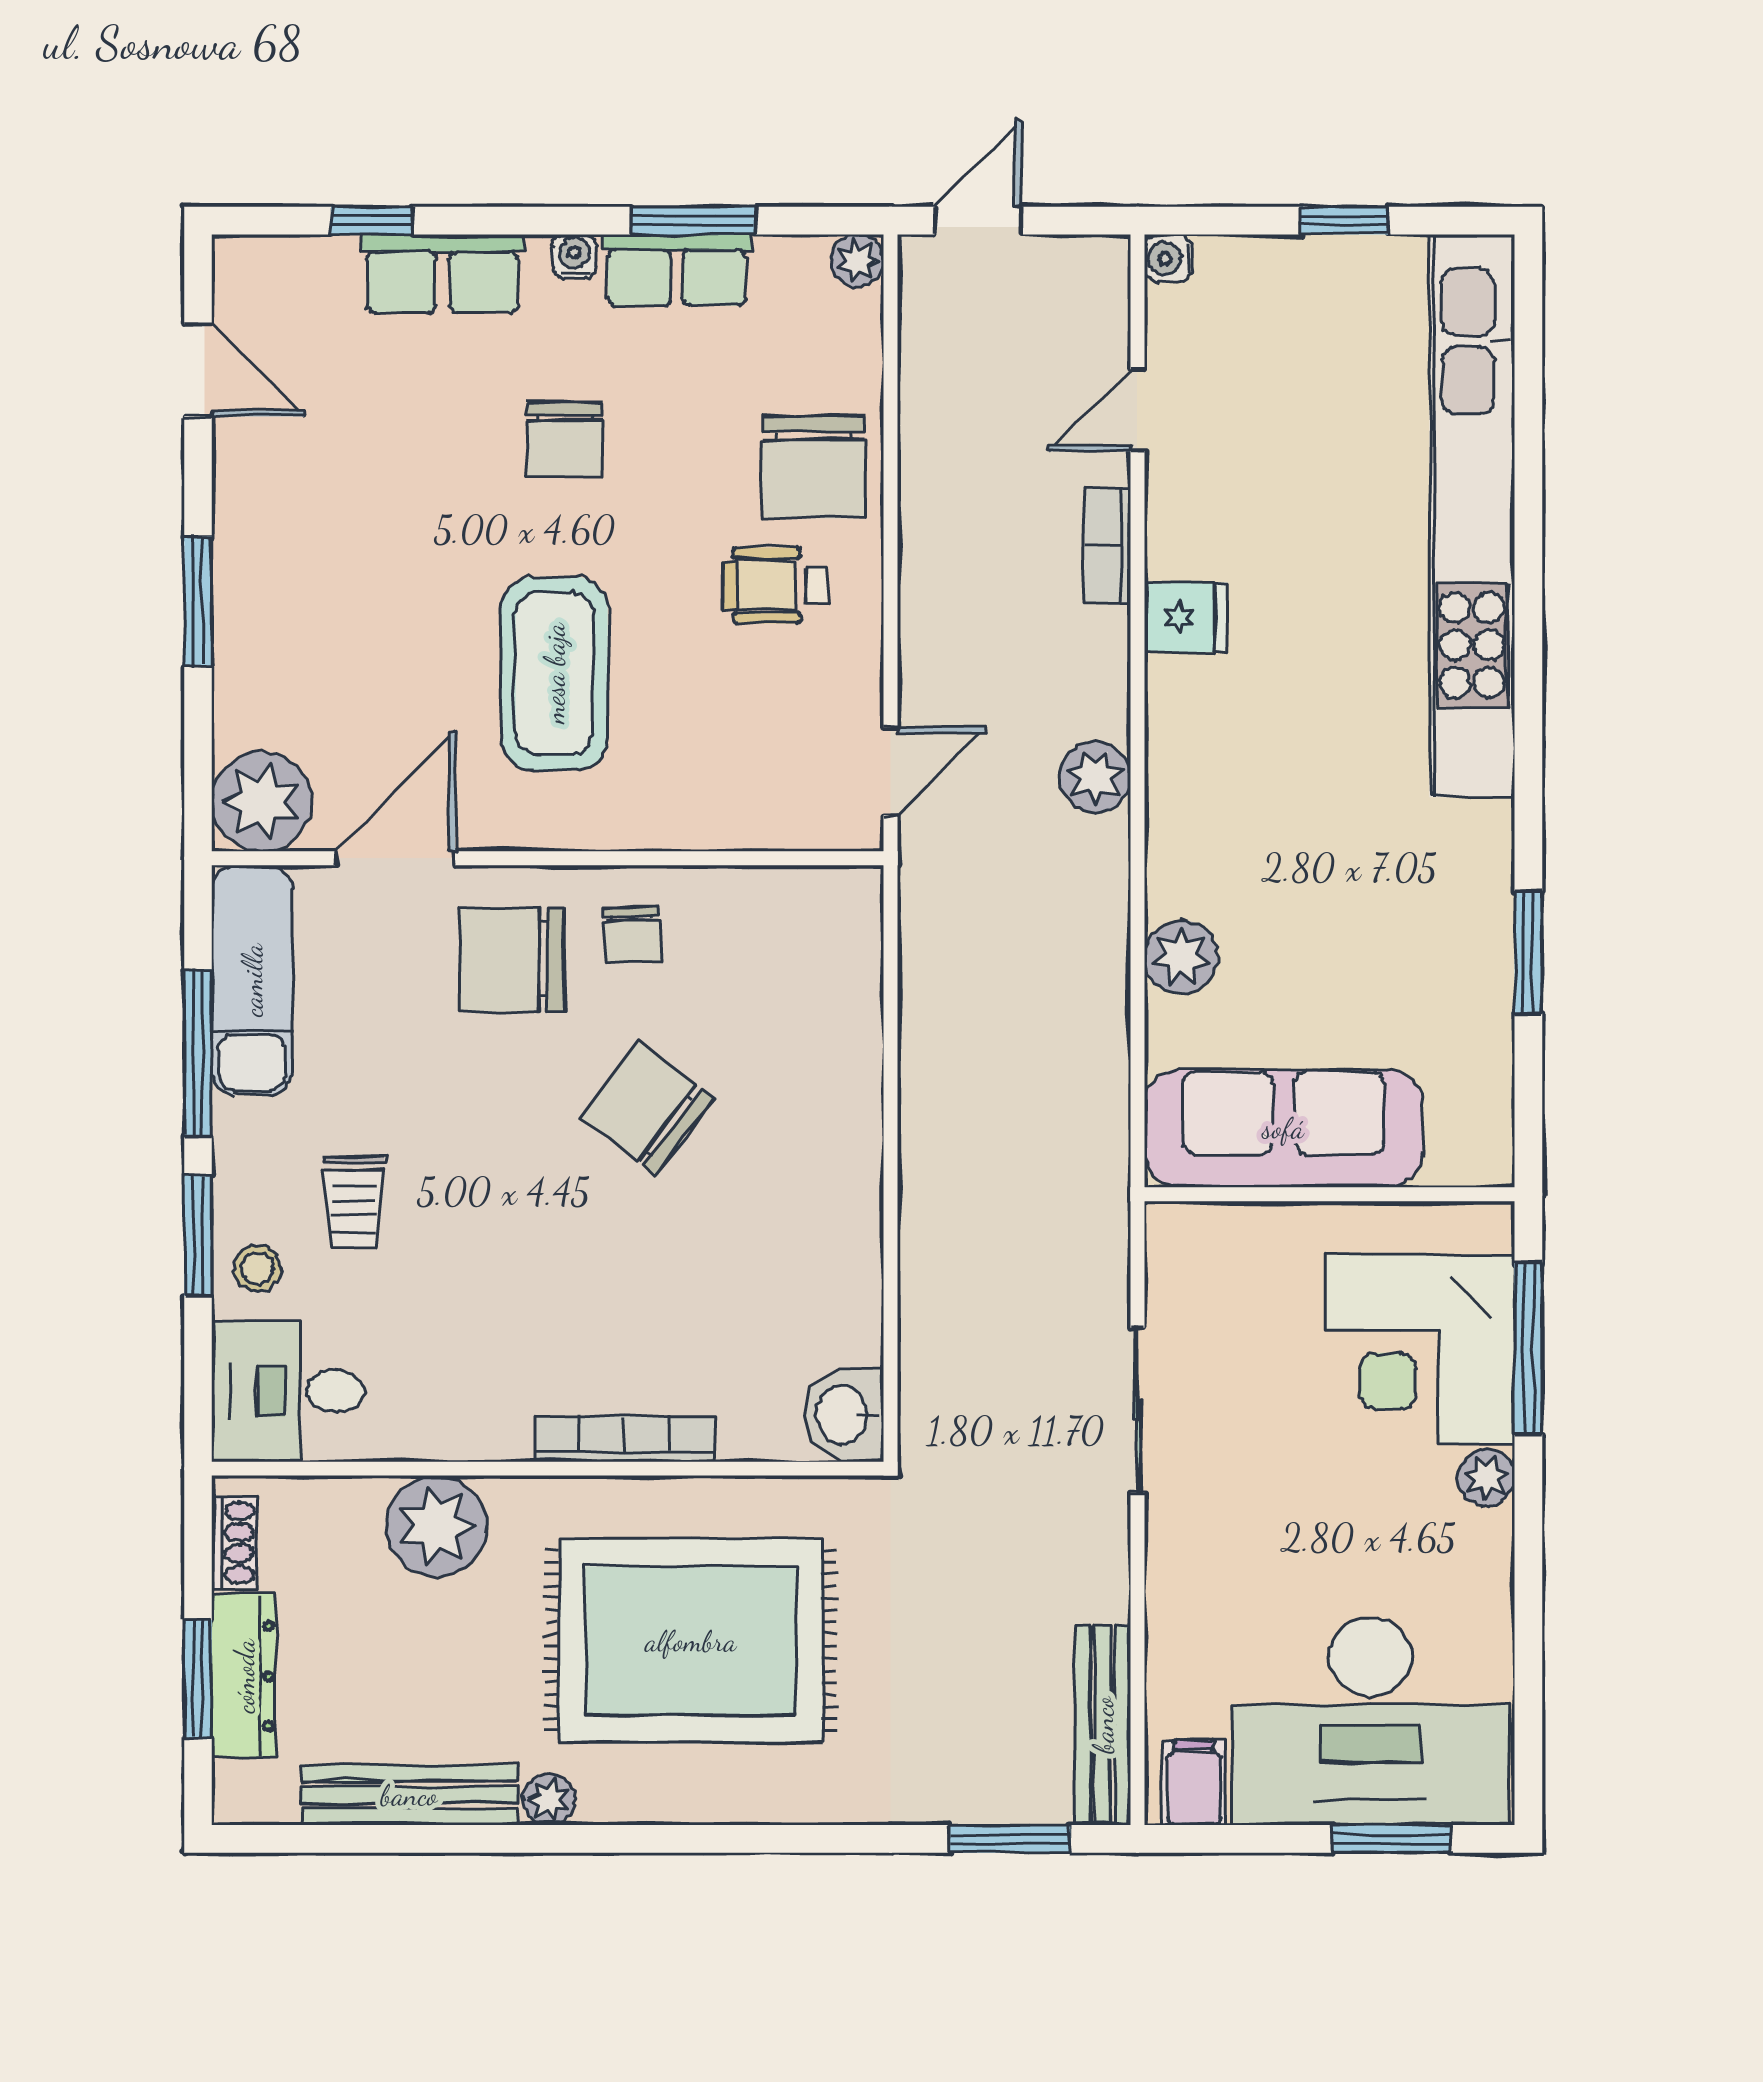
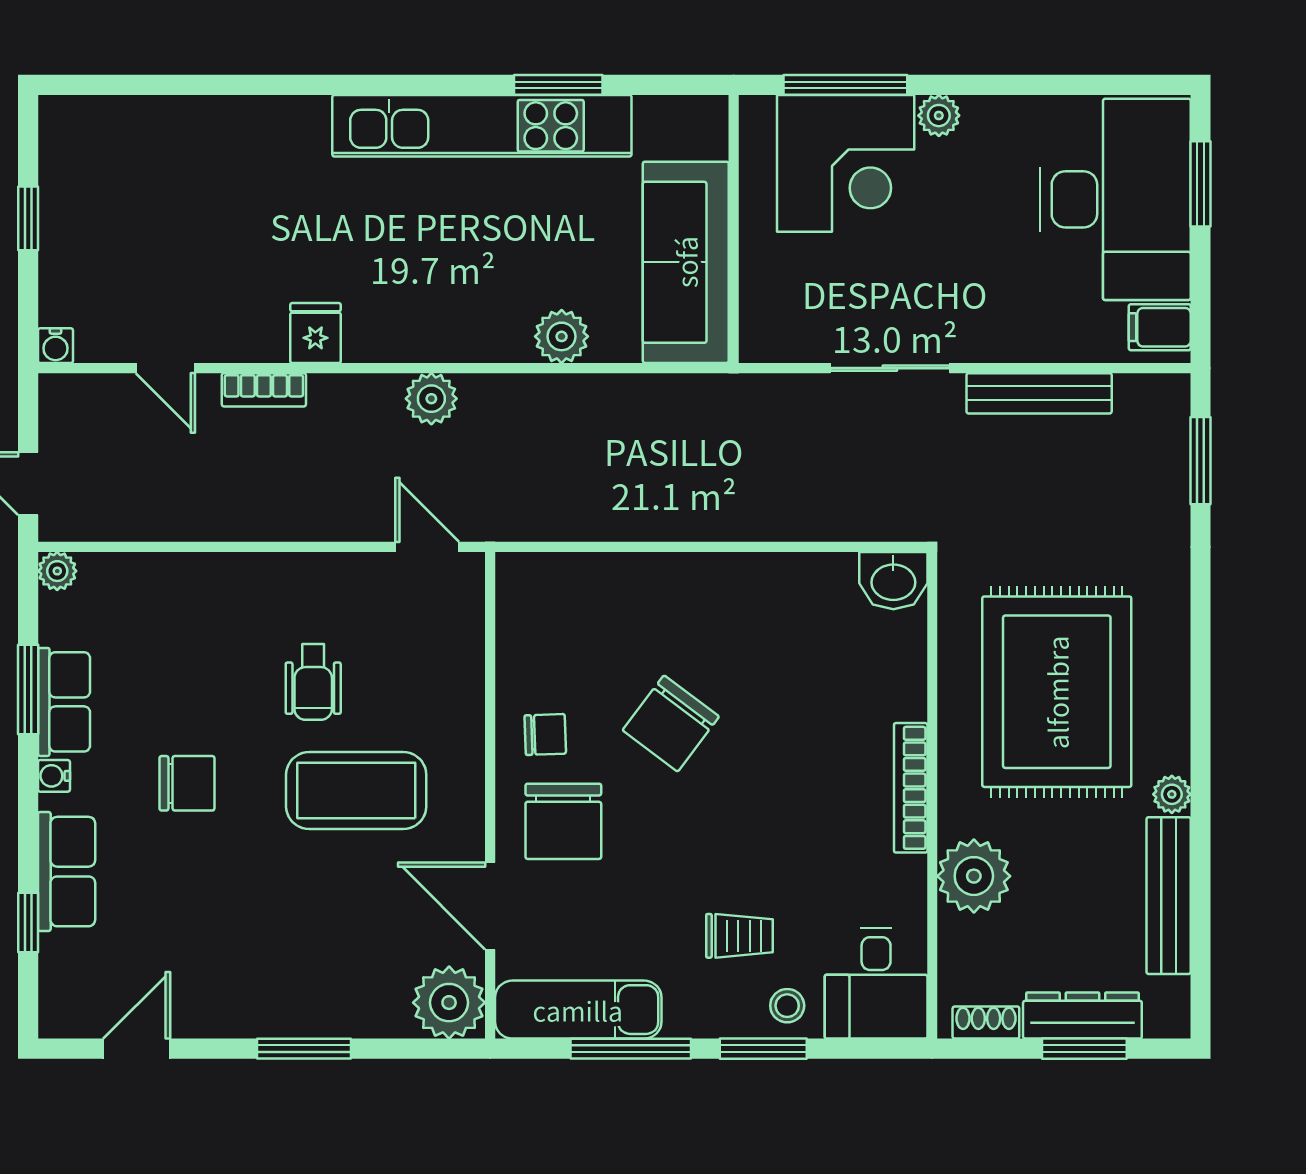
chair: (814, 467) -> (207, 603), removed
kitchen unit: (1472, 516) -> (482, 126), moved, width x0.73
wheelchair: (775, 586) -> (313, 682), moved
bookcase: (624, 1439) -> (911, 788), moved
bench: (1103, 1725) -> (1039, 393), moved

